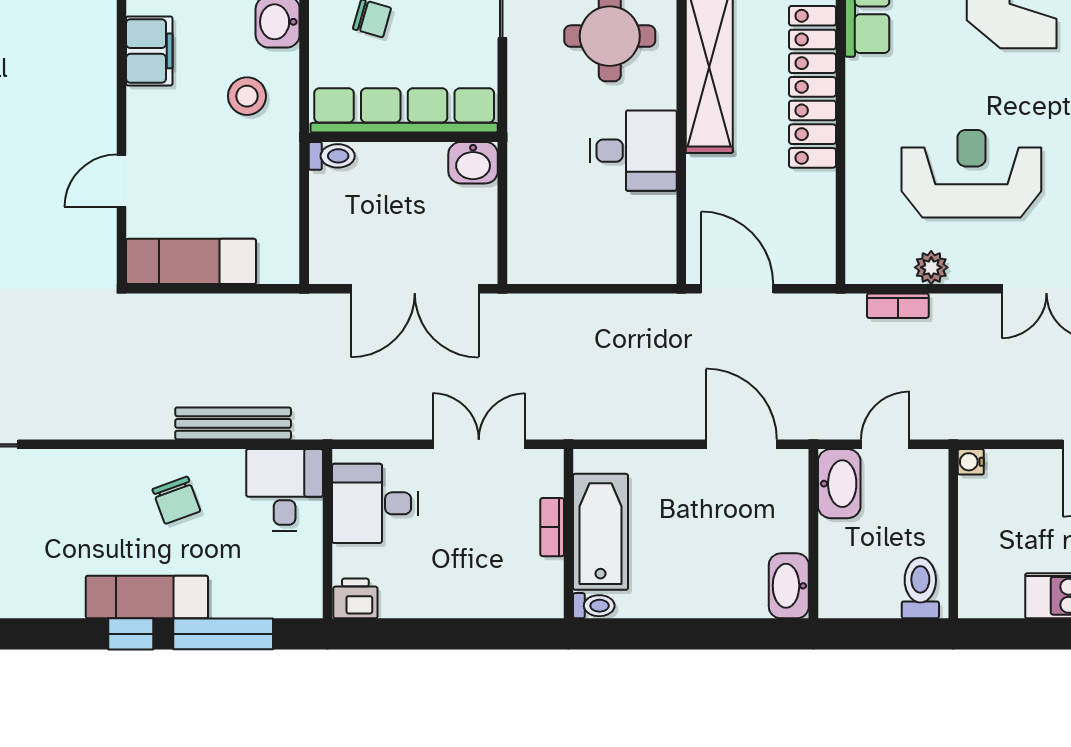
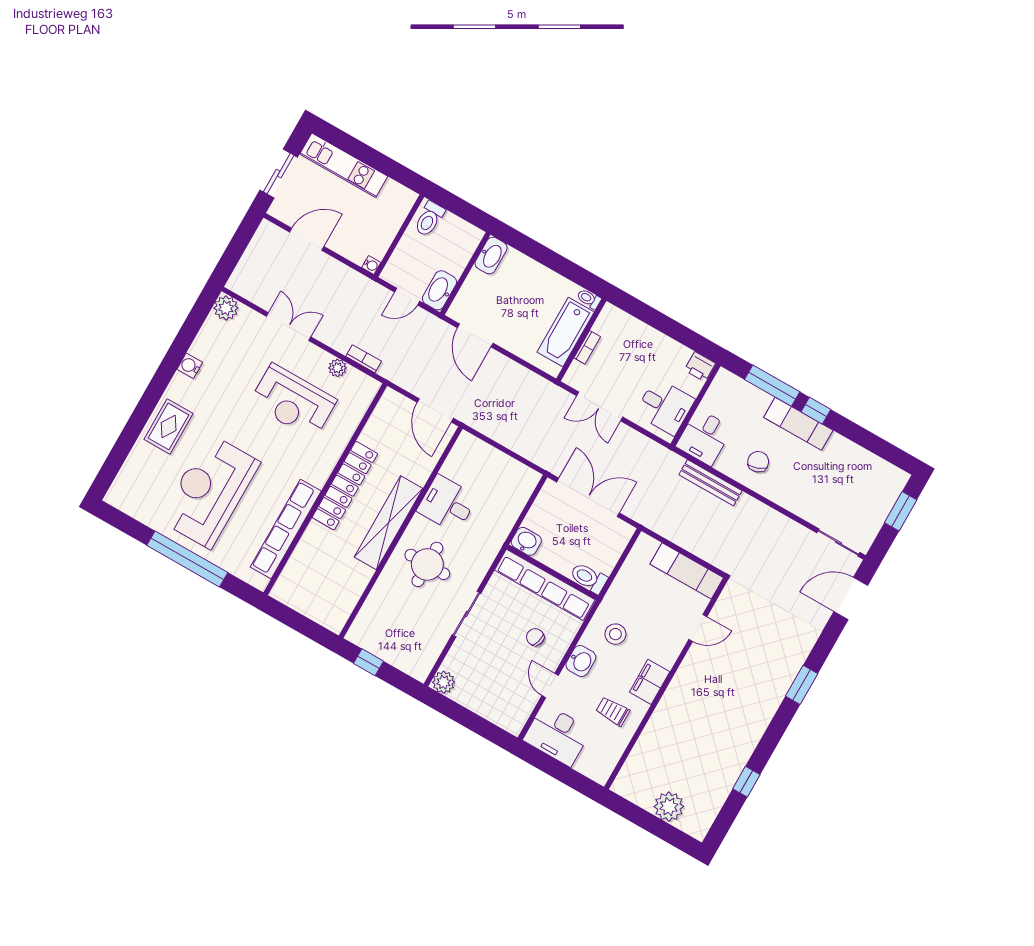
toilet: (332, 156) -> (589, 578), width x1.37, depth x1.39

